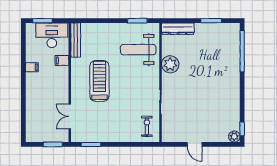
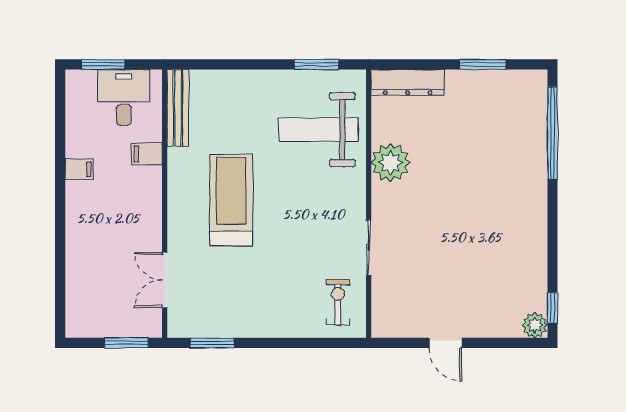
desk: (52, 35) -> (124, 97), width x0.73

